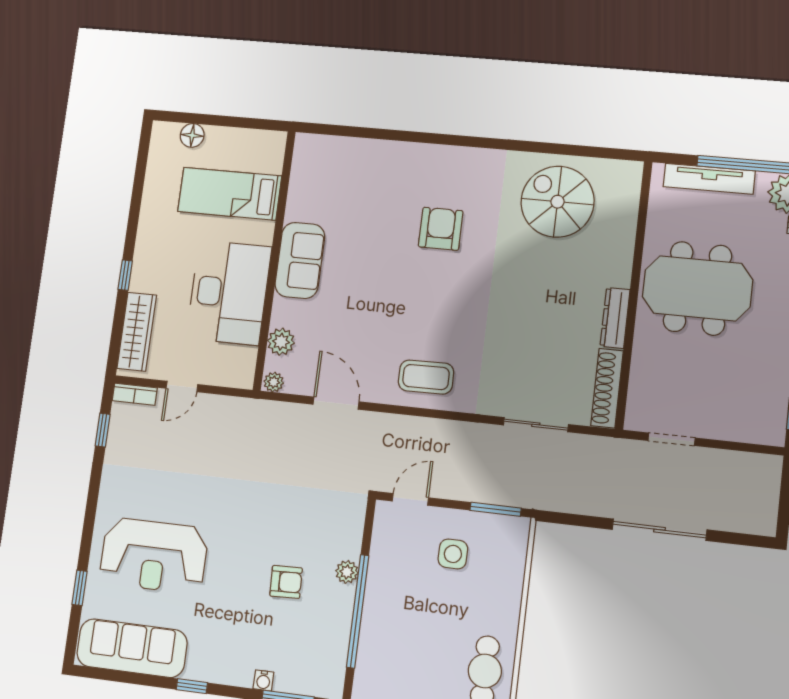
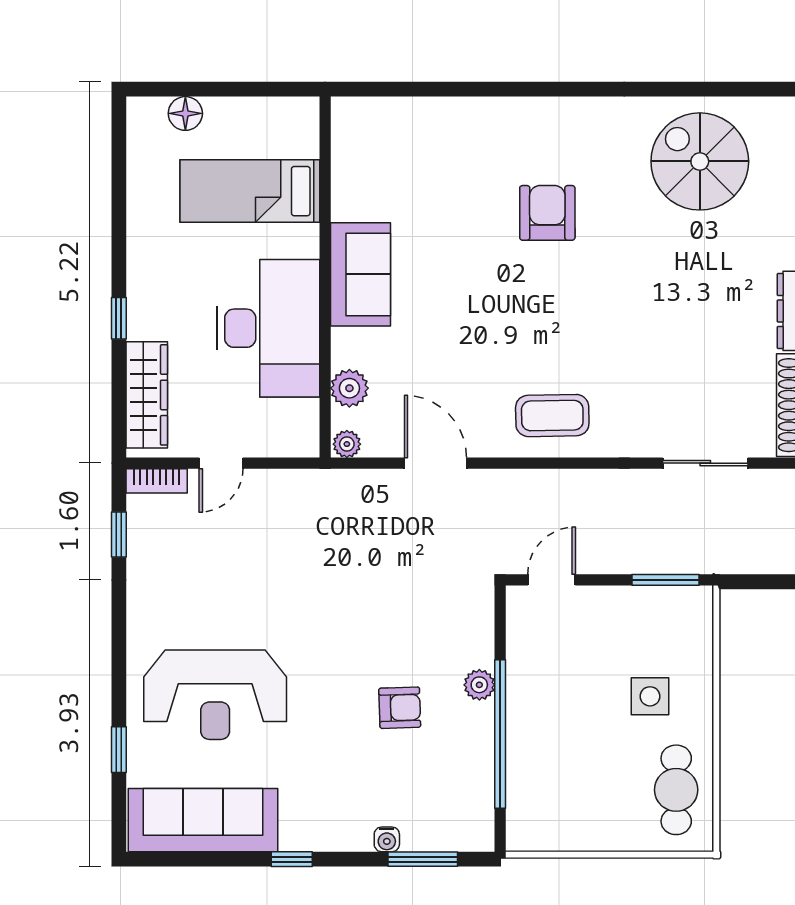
side table: (453, 554) -> (650, 696), moved

